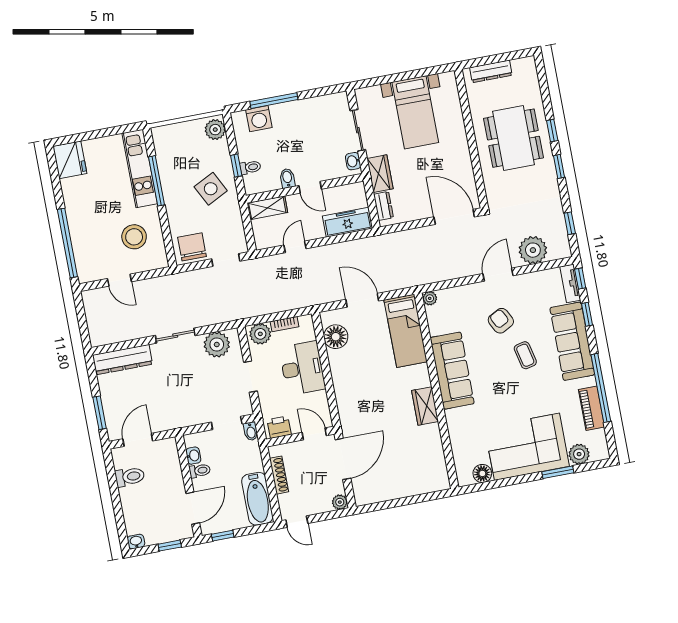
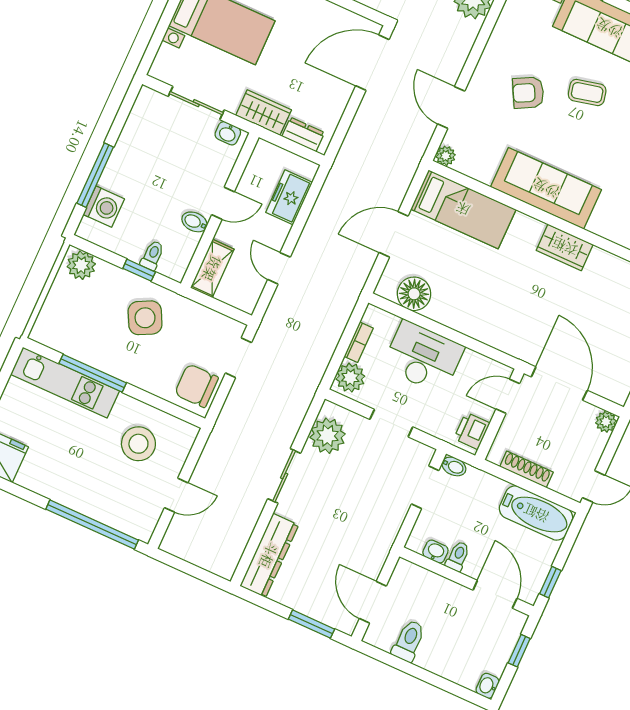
freezer: (347, 222) -> (289, 197), width x0.71
door: (498, 275) -> (451, 108), moved

